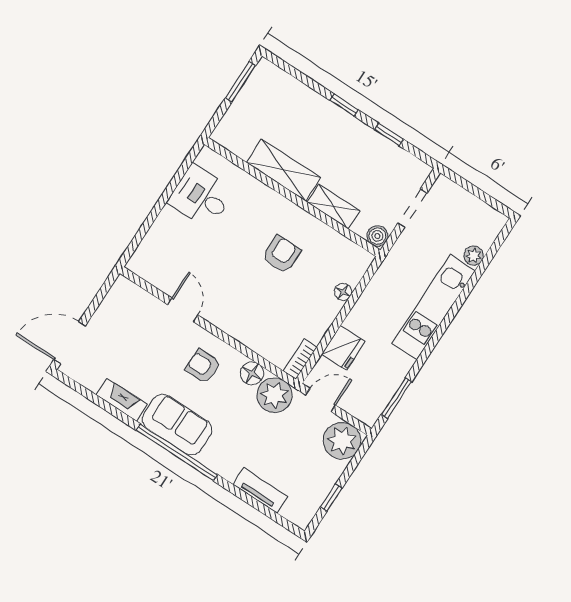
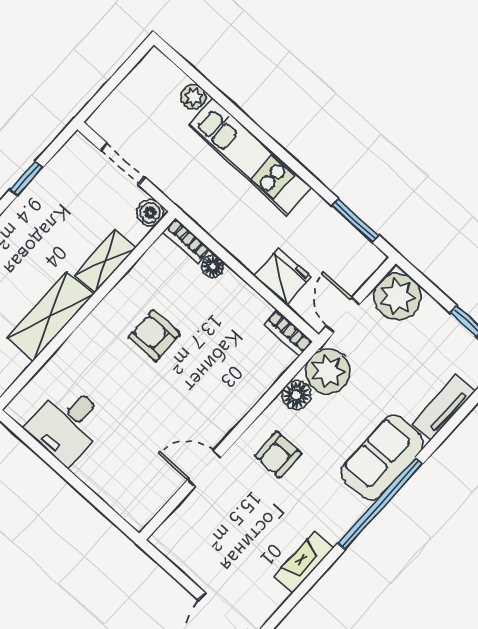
bookcase: (360, 268) -> (187, 240), added
sofa: (177, 425) -> (382, 458), moved

